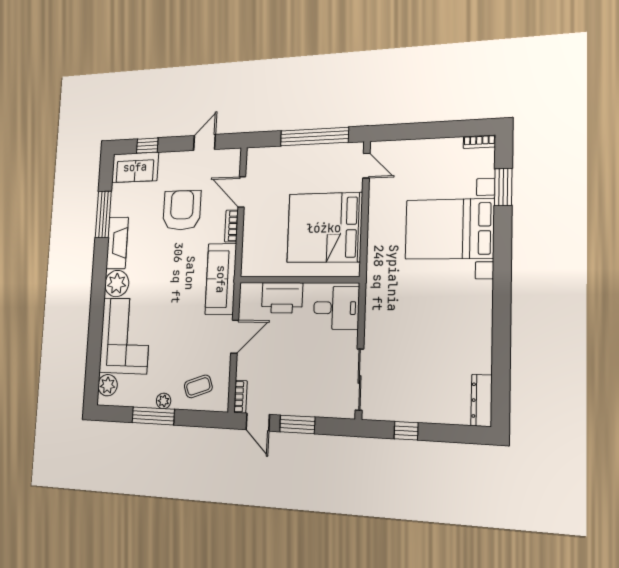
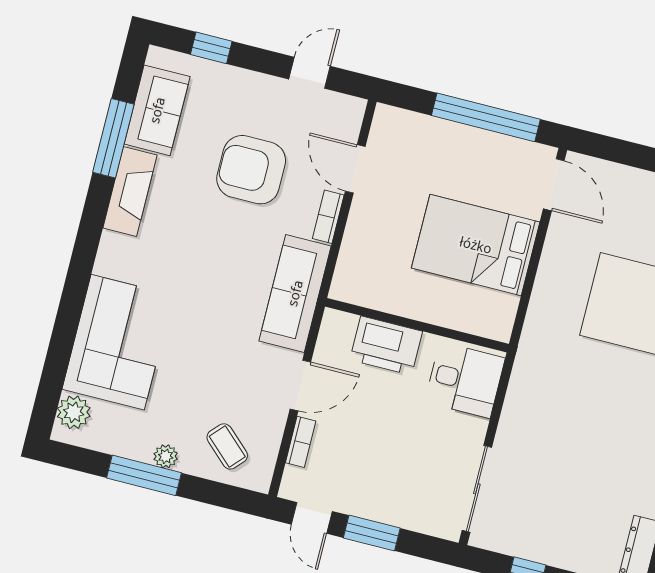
door: (366, 166) -> (554, 185), width x1.38
sofa: (135, 167) -> (157, 110), moved, turned -90
armchair: (182, 210) -> (251, 170), turned -90
bed: (324, 228) -> (476, 245), width x0.73
plant: (117, 284) -> (118, 256), removed
coffee table: (198, 386) -> (227, 446), turned 63
bookcase: (240, 397) -> (301, 442), moved

